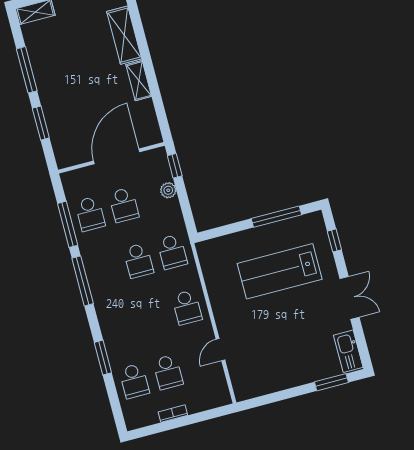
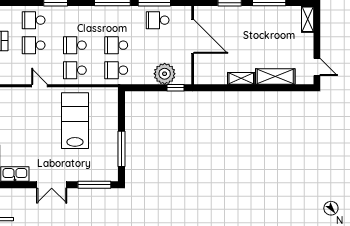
door: (117, 156) -> (193, 36), moved
plant: (168, 190) -> (165, 74), width x1.87, depth x1.87
school desk: (124, 205) -> (75, 45), moved
window: (334, 240) -> (94, 185), width x2.17
lab bench: (280, 271) -> (75, 121), moved

